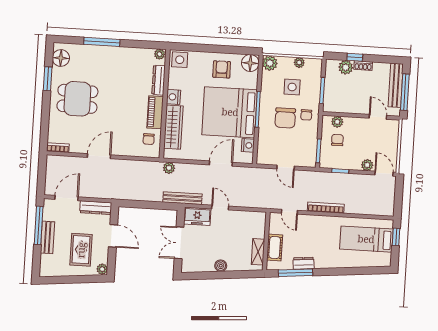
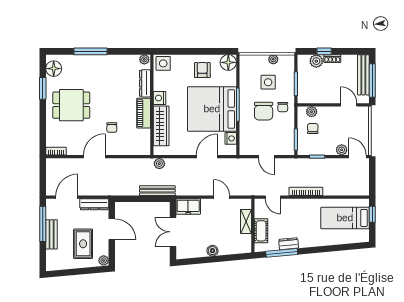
plant: (270, 63) -> (246, 61), removed
chair: (149, 139) -> (112, 128), moved
bench: (182, 198) -> (157, 191), moved
door: (220, 208) -> (222, 197), moved
shelving: (258, 252) -> (246, 221), moved

